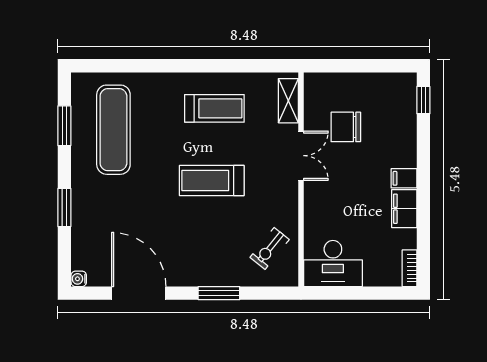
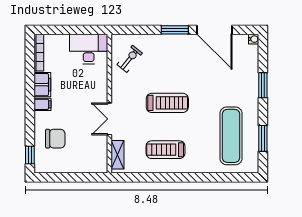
chair: (346, 127) -> (55, 139), moved
bookcase: (410, 268) -> (39, 53), width x1.56
window: (219, 293) -> (175, 30), moved

